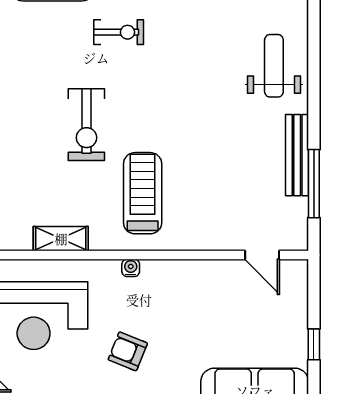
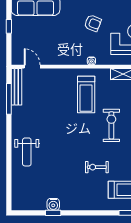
bench: (297, 155) -> (16, 87), moved

